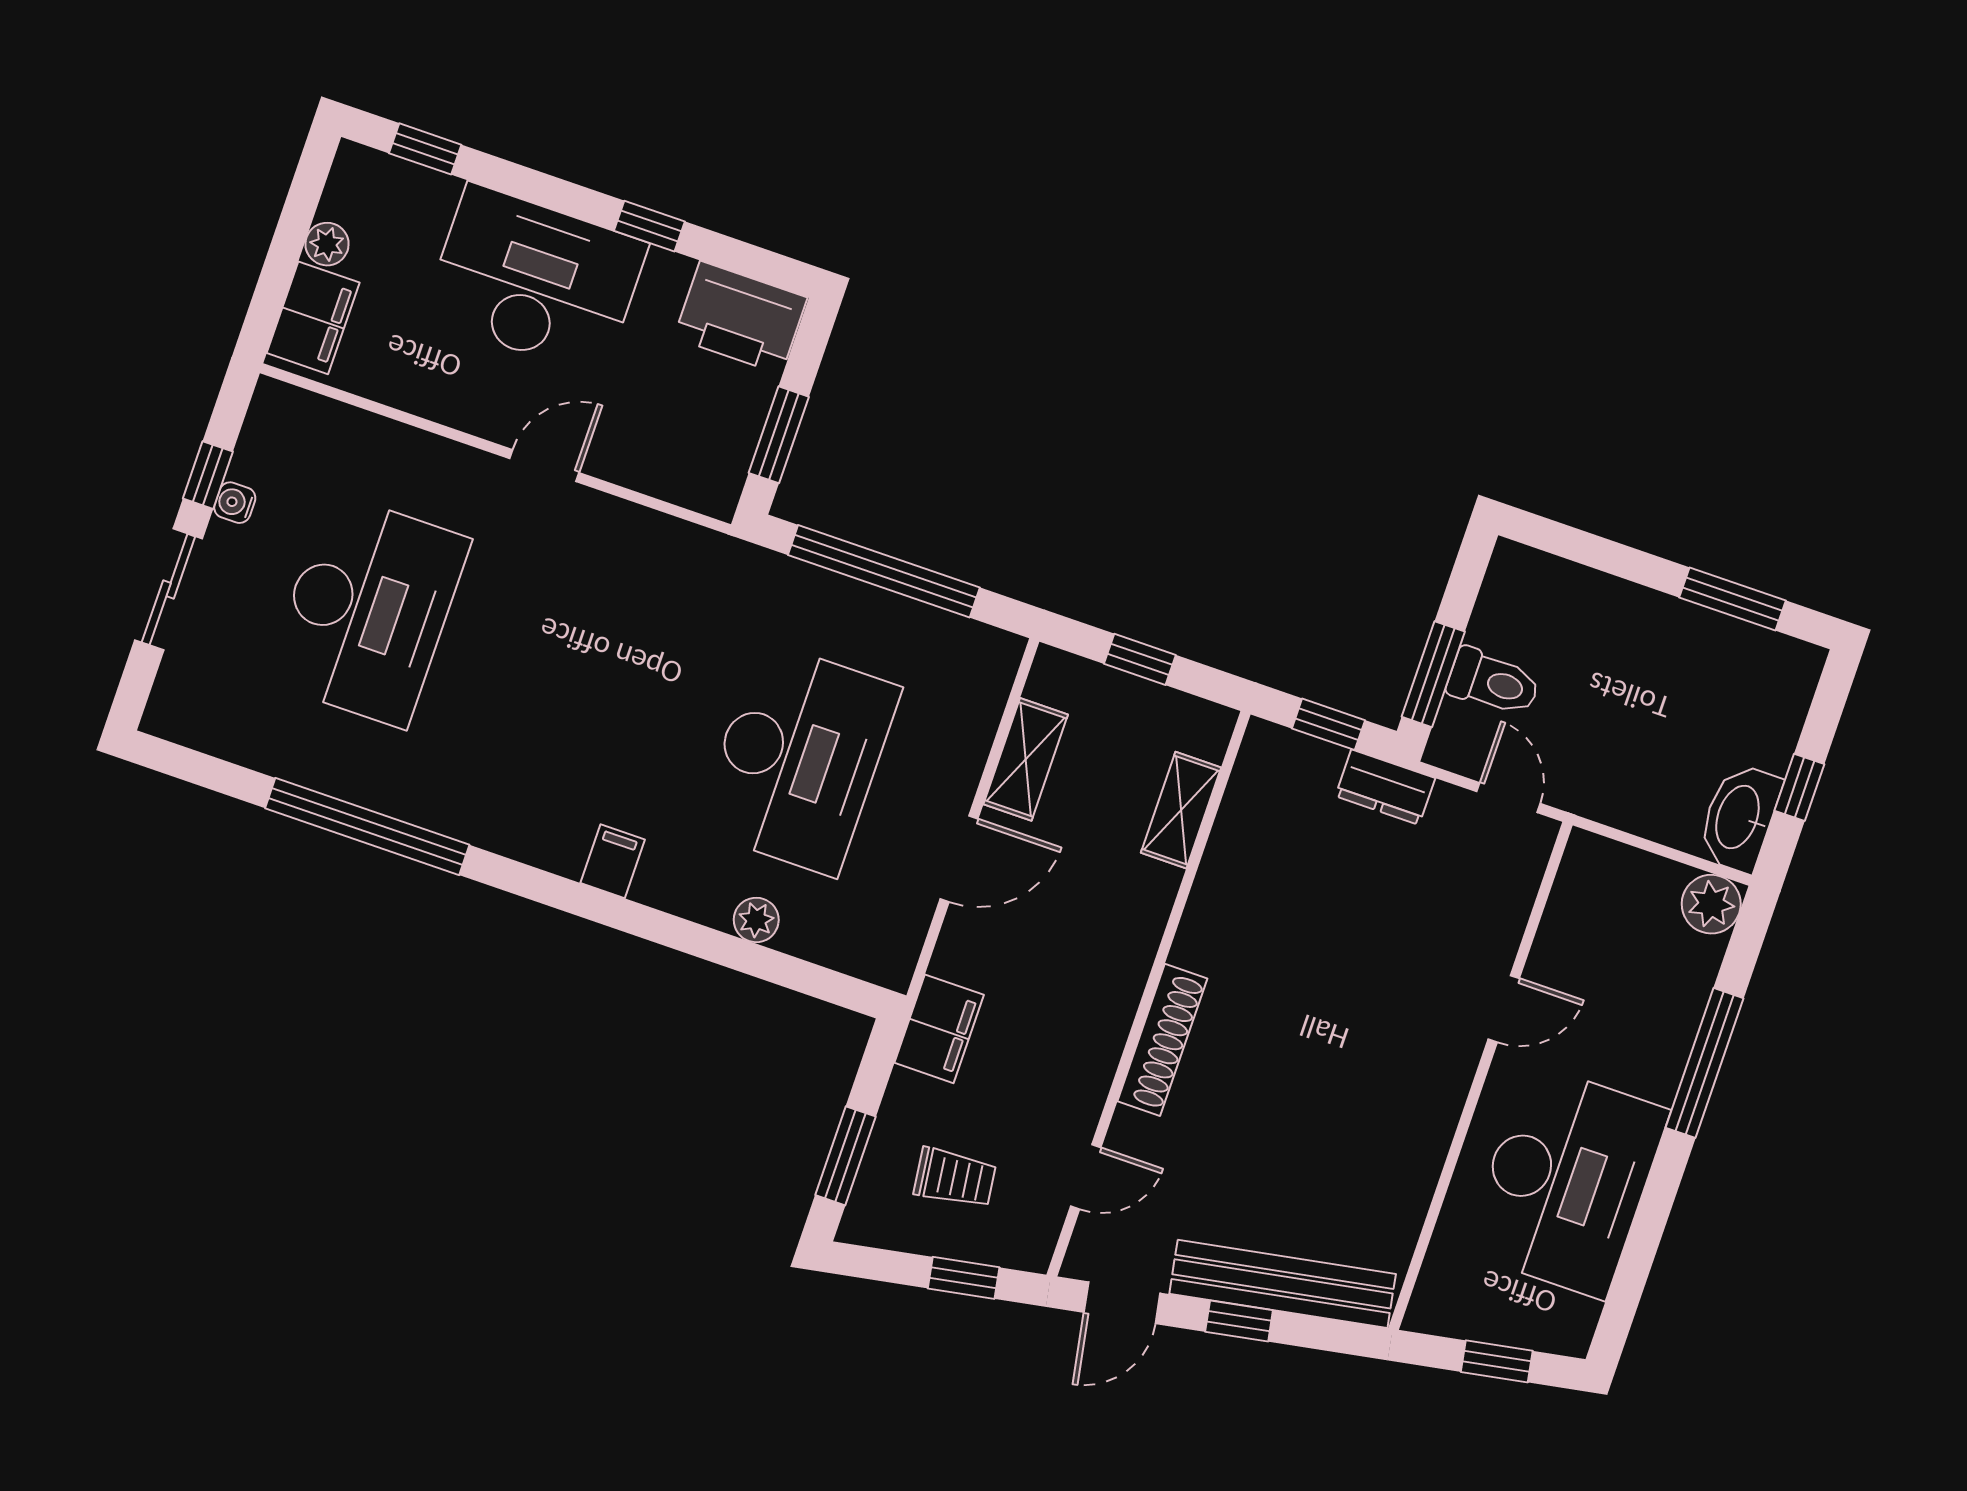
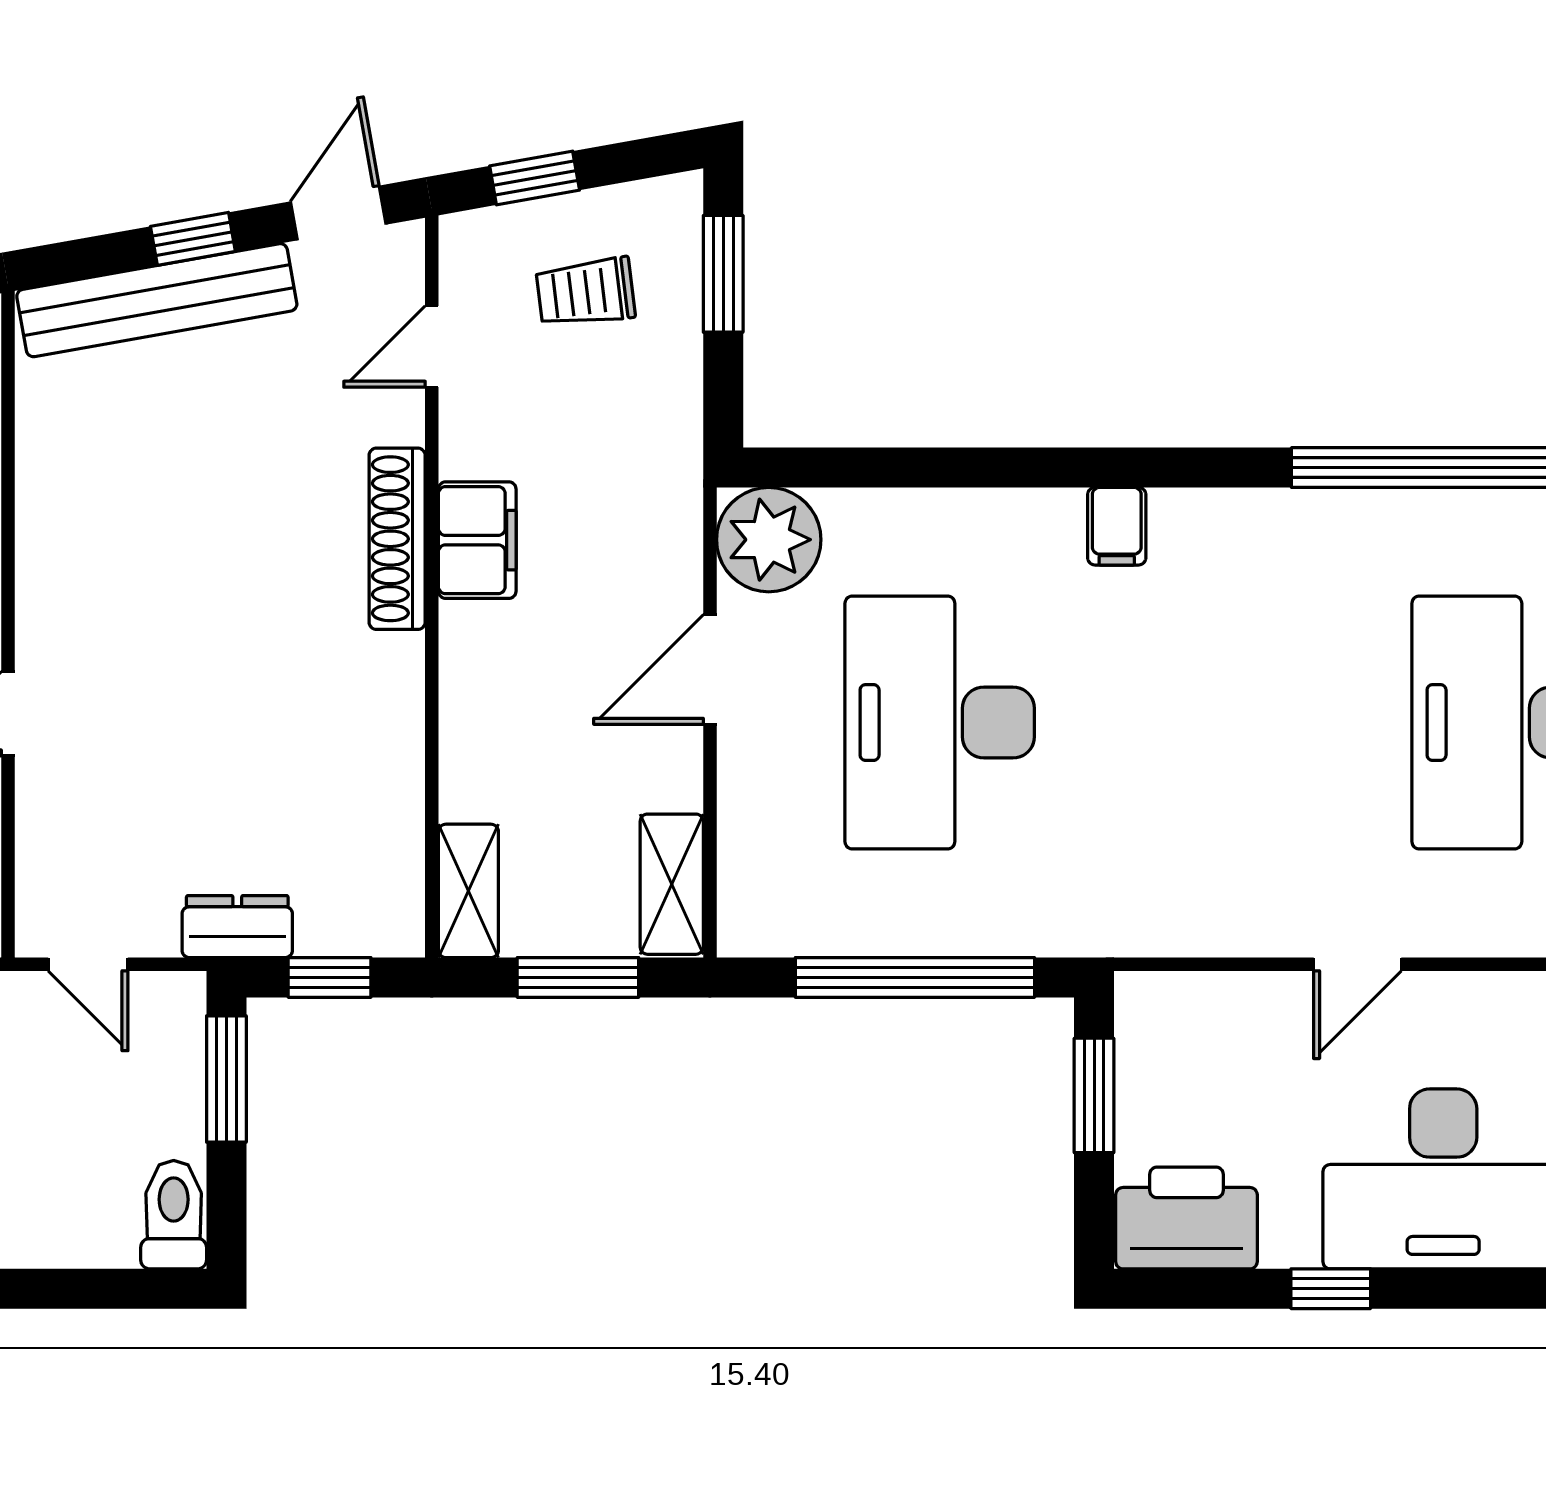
window: (1140, 659) -> (578, 977), width x1.50
toilet: (1493, 682) -> (174, 1215), moved, turned 90
shelving: (1026, 759) -> (672, 884), moved
shelving: (1181, 810) -> (468, 891), moved
plant: (756, 920) -> (769, 540), moved, width x1.87, depth x1.87
filing cabinet: (939, 1029) -> (477, 540), moved, turned 180

